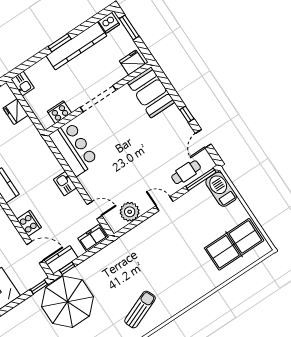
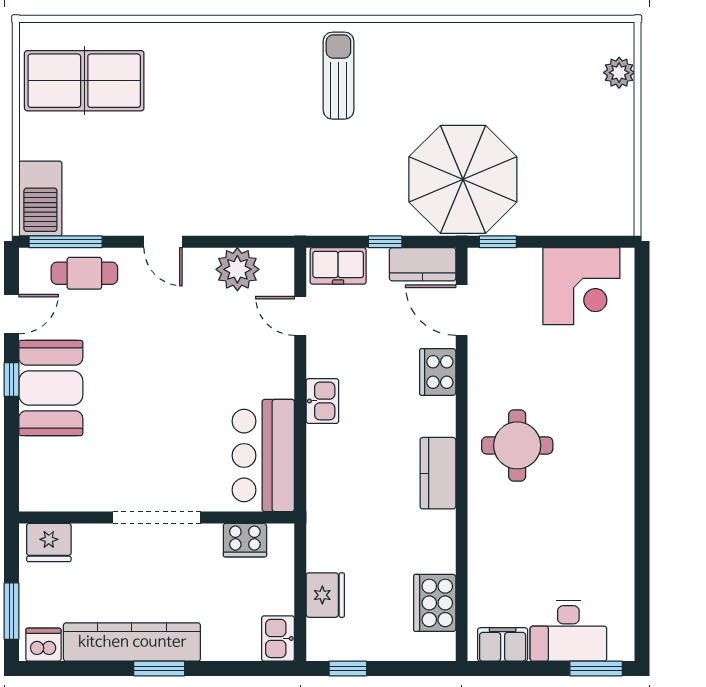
booth: (151, 92) -> (51, 388), moved
window: (67, 268) -> (385, 242), moved
sun lounger: (140, 310) -> (338, 76), turned 112

